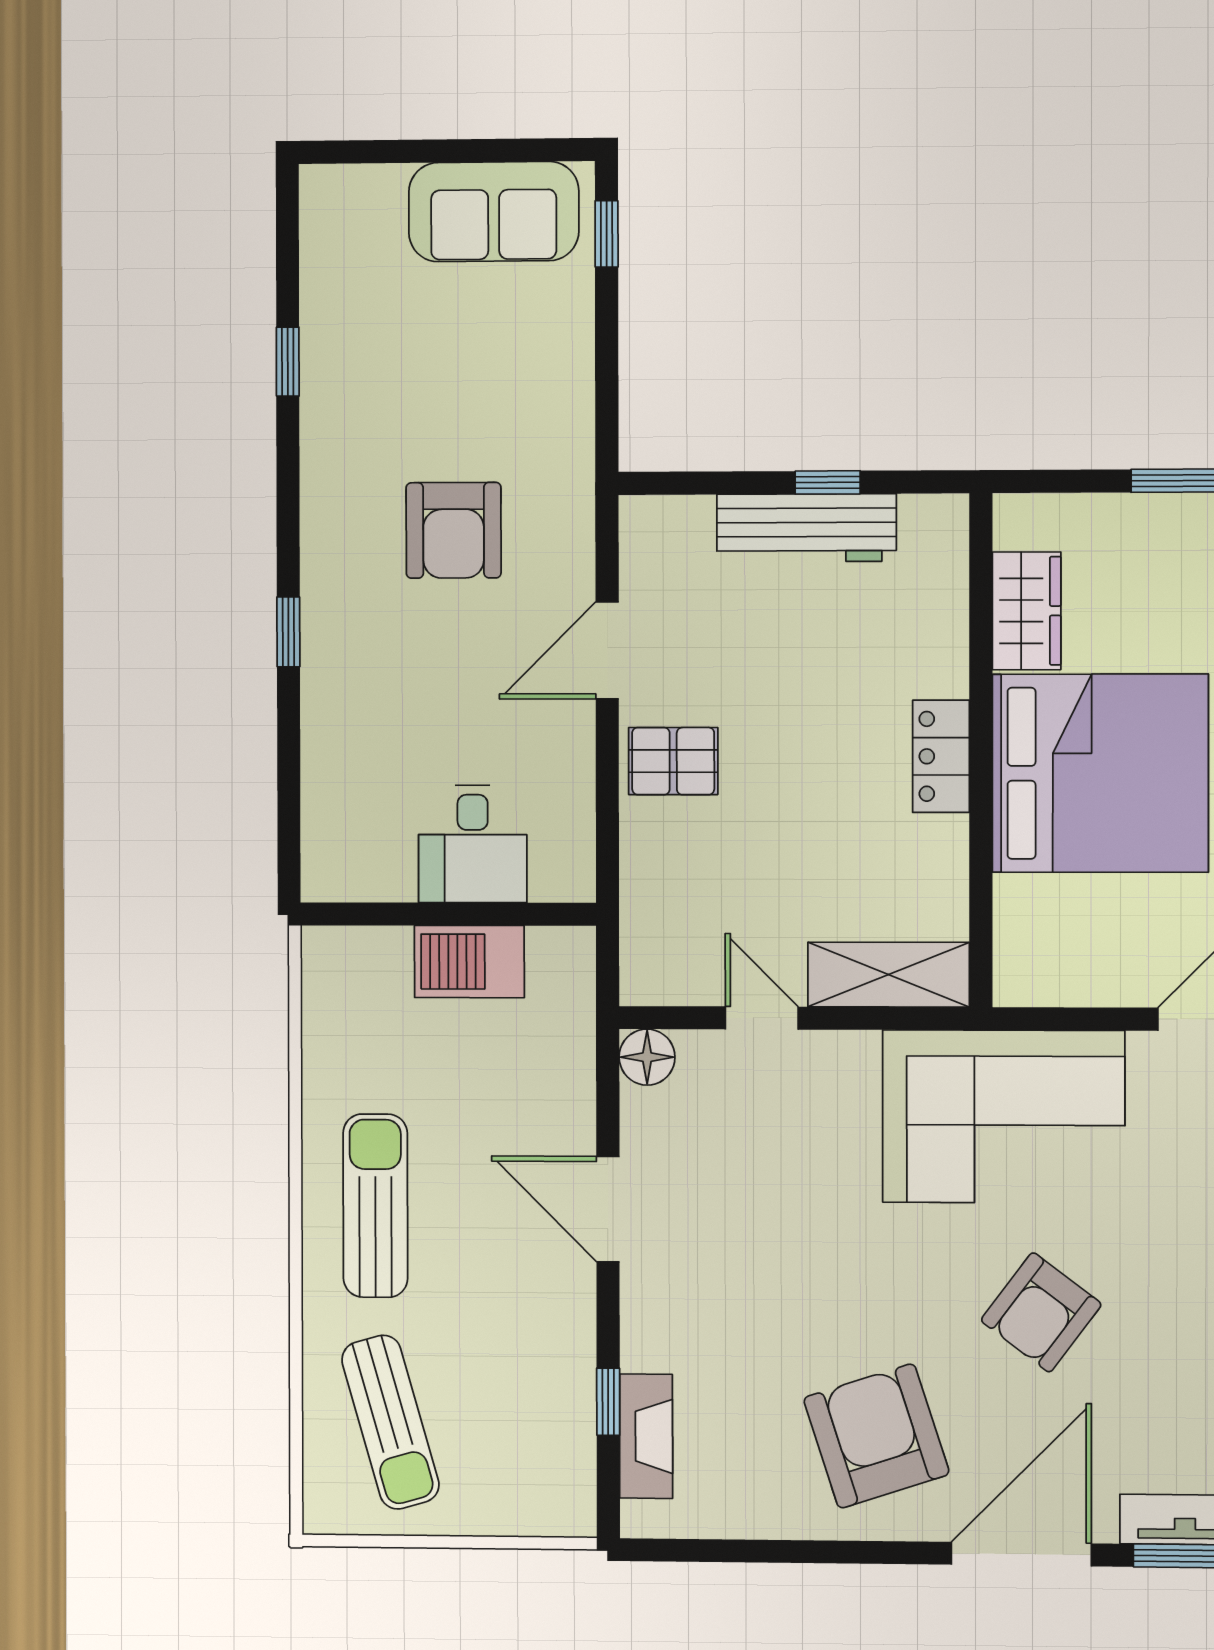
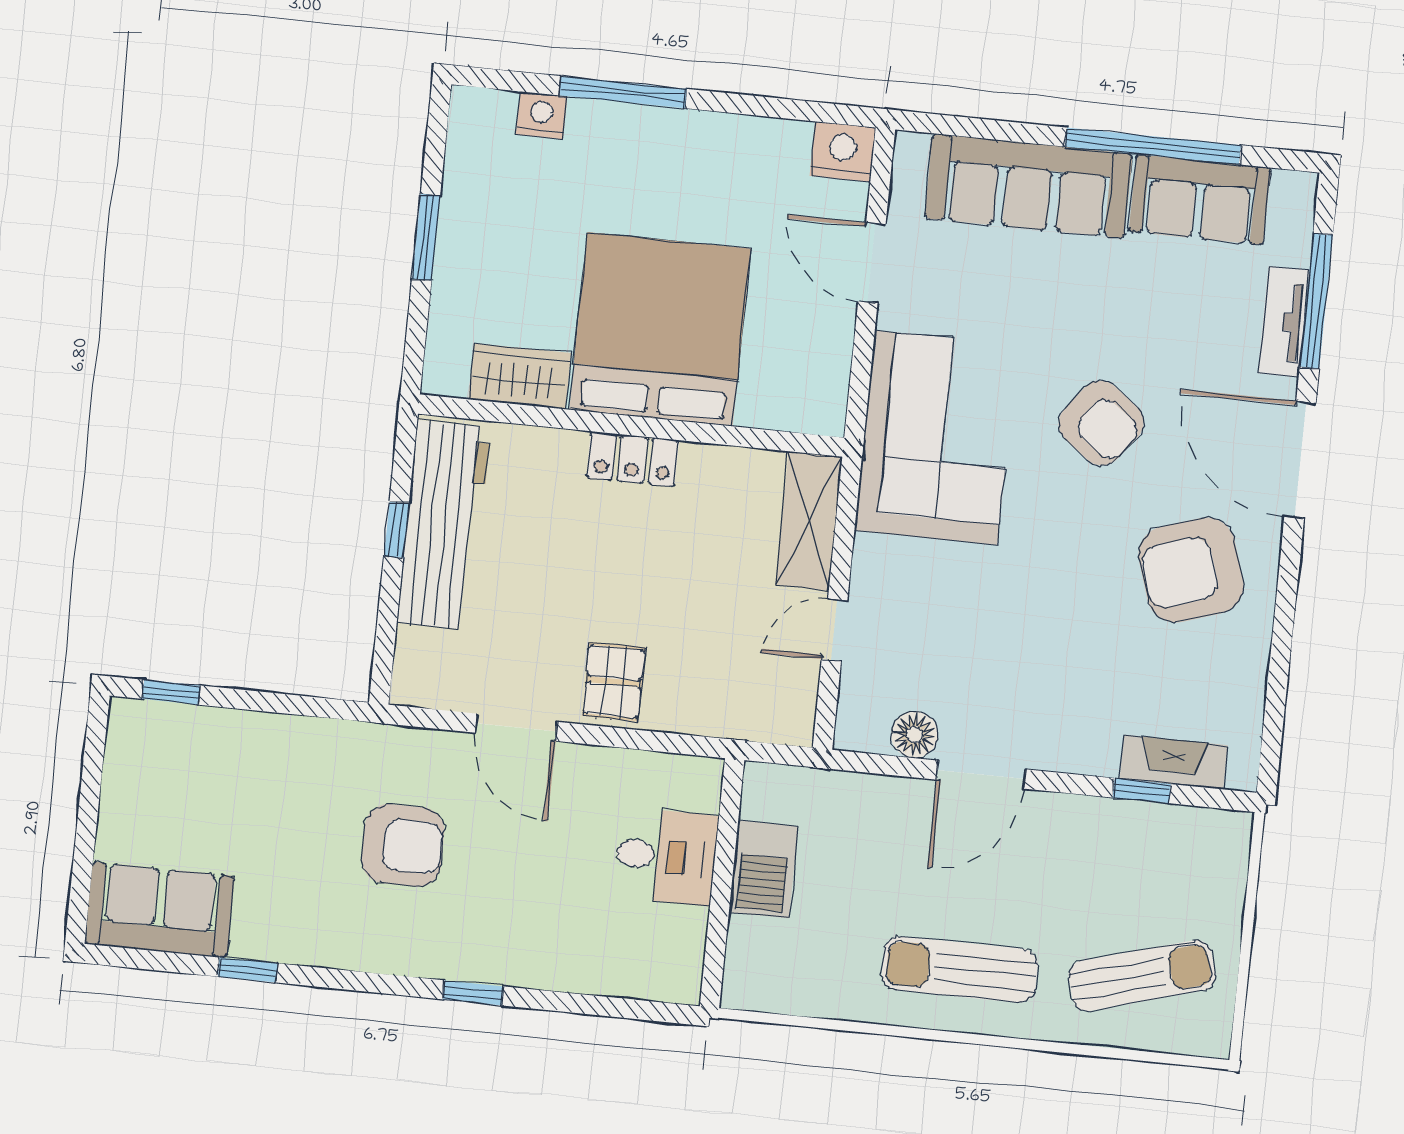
sofa: (494, 212) -> (160, 910), moved, turned -90
workbench: (806, 528) -> (444, 525), width x1.36, depth x1.32
floor lamp: (647, 1057) -> (915, 735), moved

